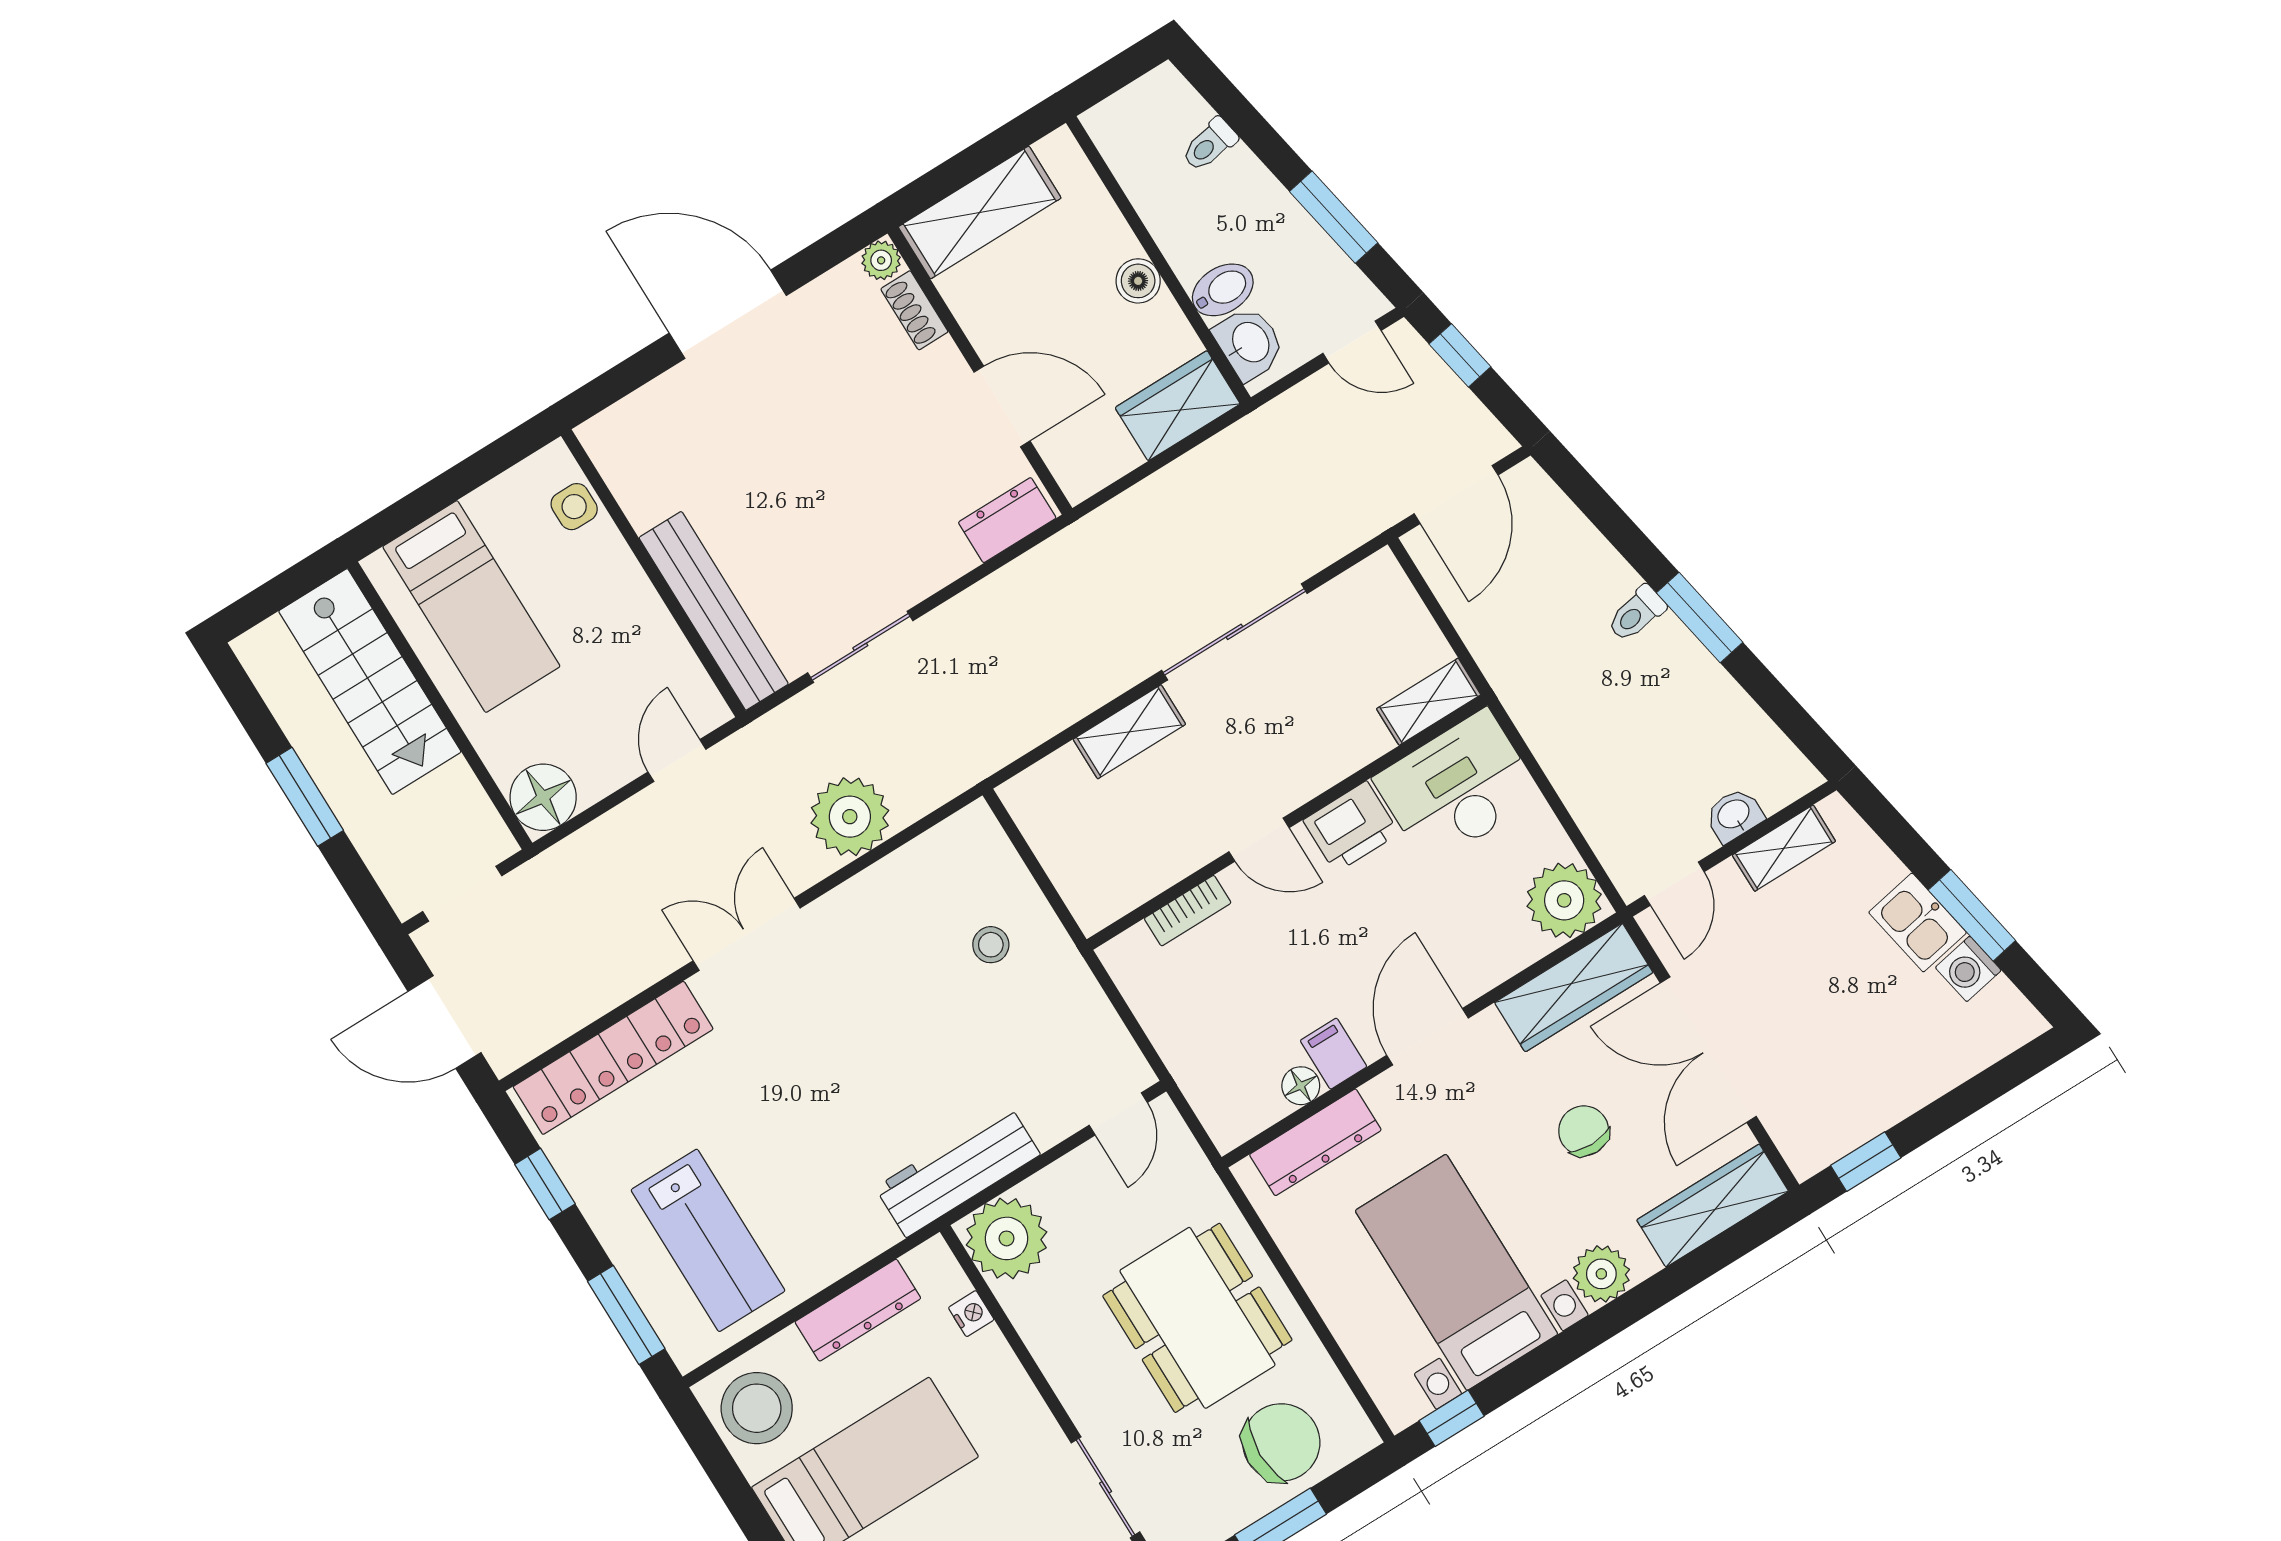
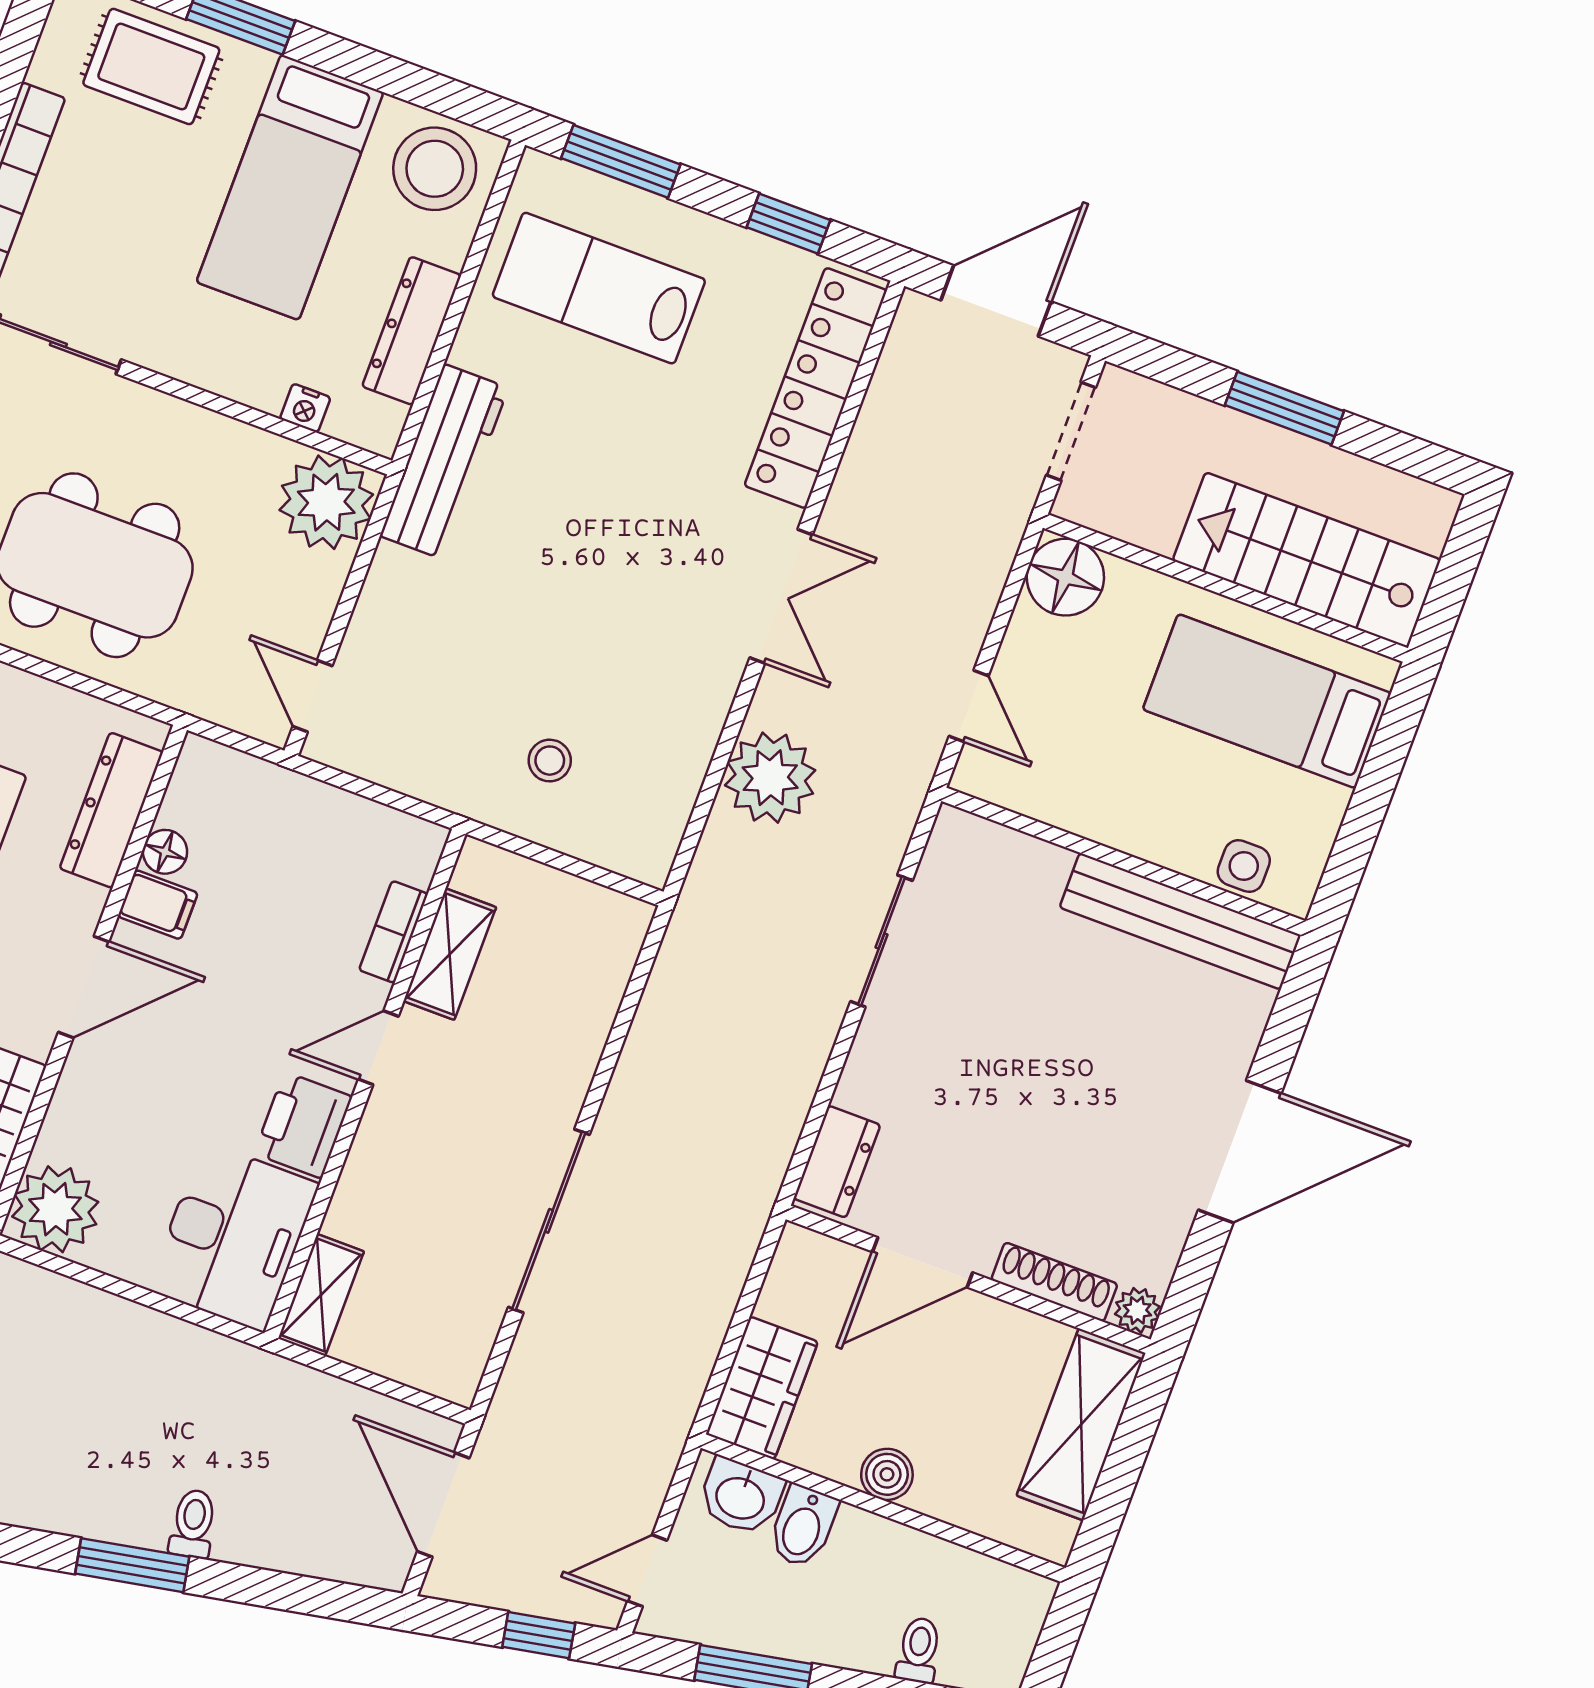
shoe rack: (914, 310) -> (1054, 1282), width x1.43
bench: (714, 611) -> (1180, 921), moved
shelving: (1129, 732) -> (450, 954), moved
door: (1427, 1037) -> (84, 987), hinge flipped
workbench: (958, 1171) -> (444, 462), moved

